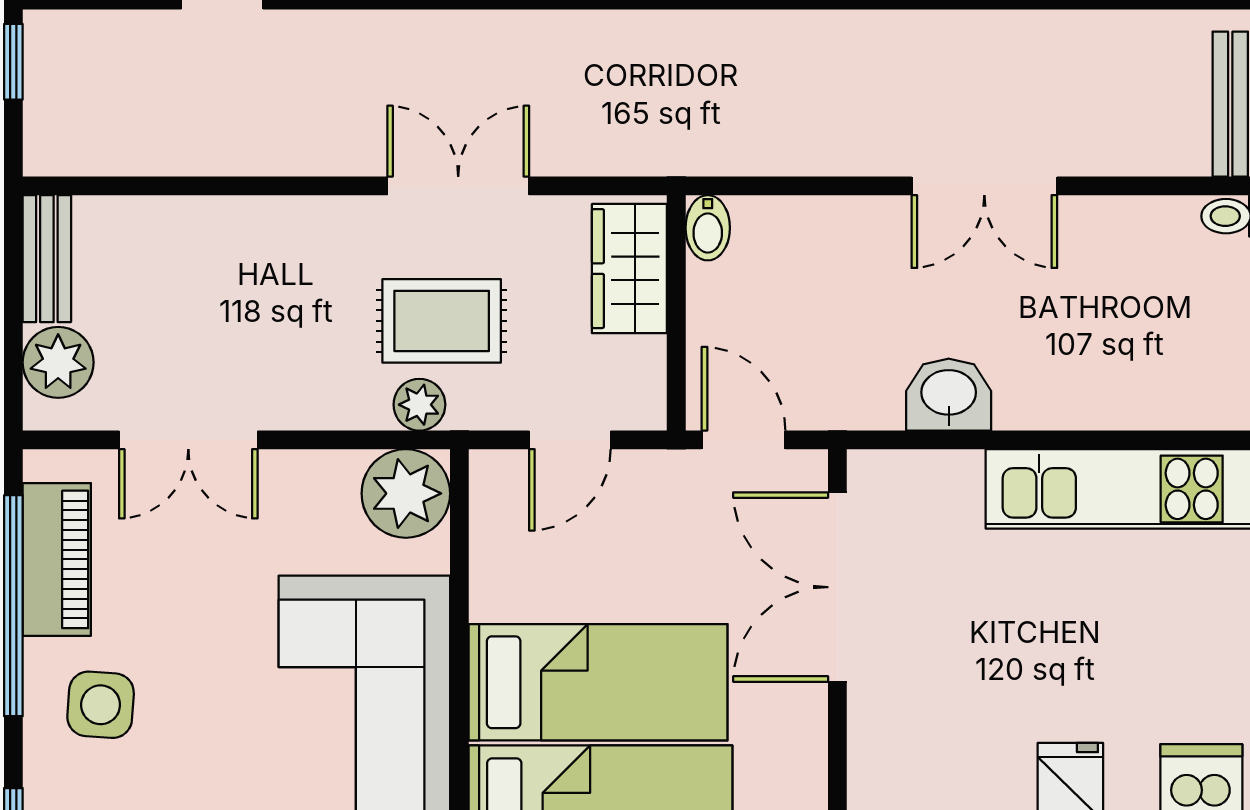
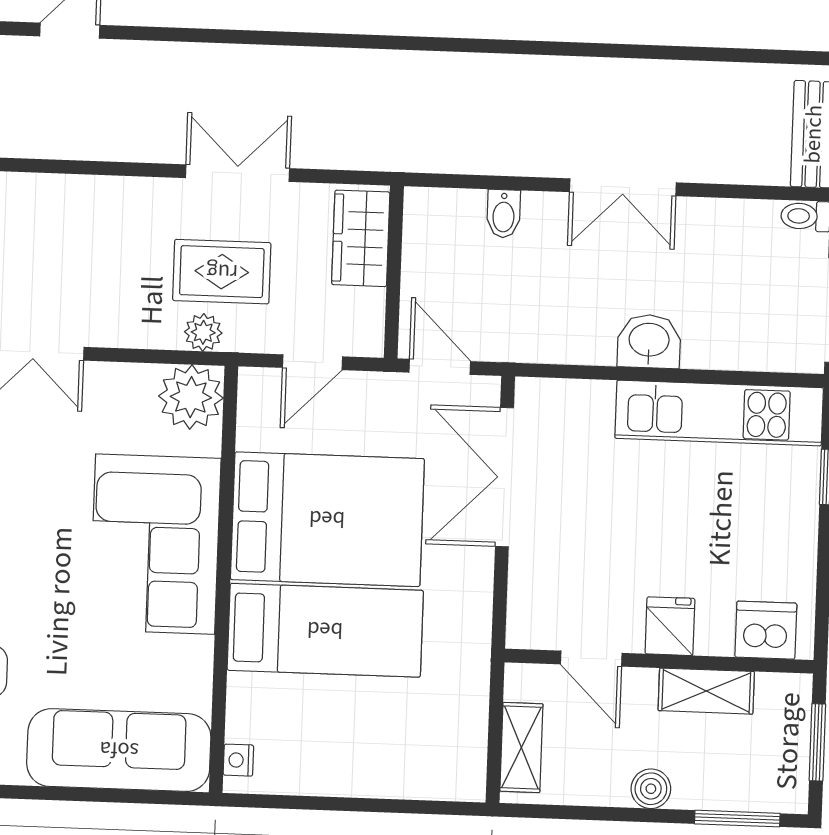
bidet: (708, 228) -> (504, 214), moved
washbasin: (949, 395) -> (649, 341), moved
bed: (598, 682) -> (327, 519), width x1.50

